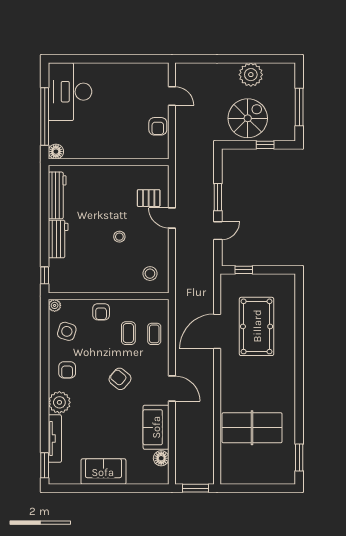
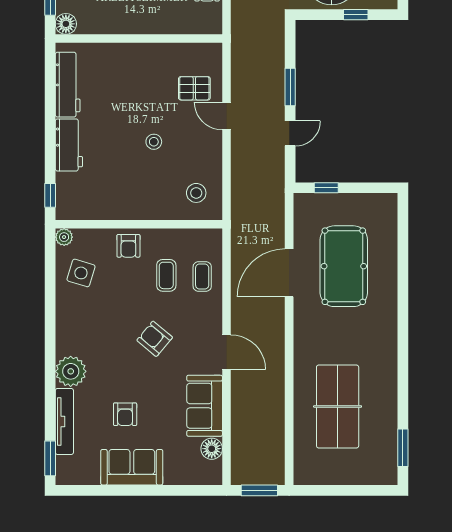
armchair: (67, 370) -> (125, 414), moved
table tennis table: (252, 428) -> (338, 406), turned 90

